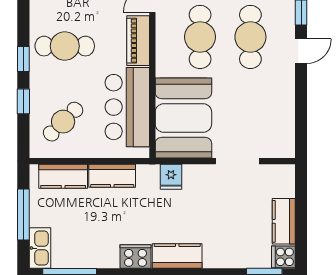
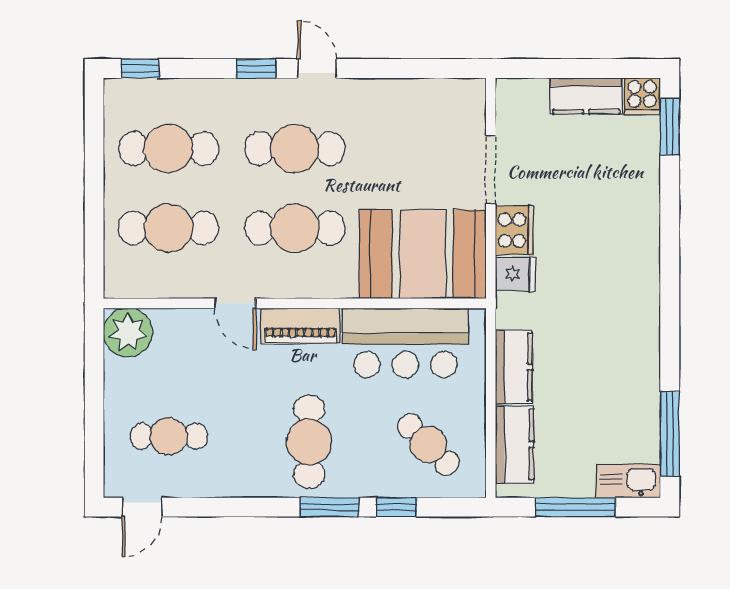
window: (23, 59) -> (330, 507), width x1.50
cooker: (135, 256) -> (514, 230), moved, turned 180
kitchen counter: (177, 256) -> (641, 264), removed

